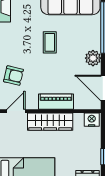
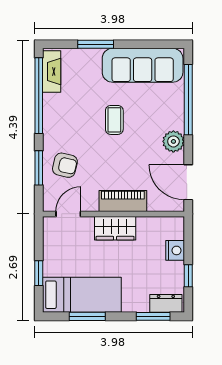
nightstand: (92, 120) -> (175, 250), moved, turned 90
wardrobe: (50, 122) -> (115, 228), width x0.67

